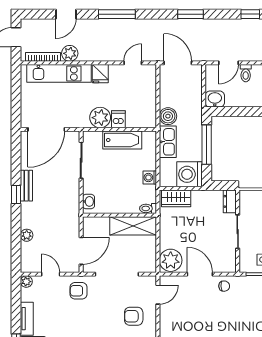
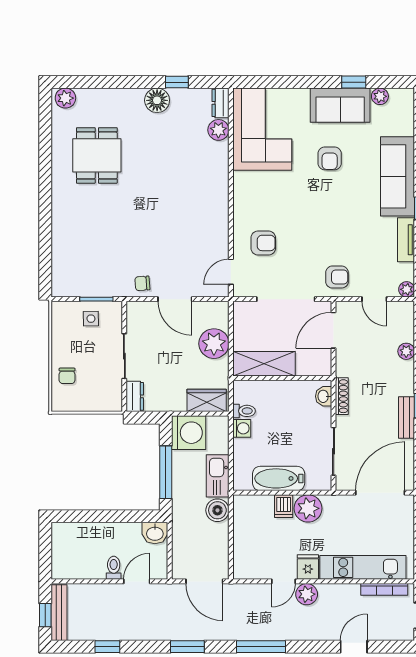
window: (117, 14) -> (261, 647), moved
plant: (70, 53) -> (307, 594), moved
door: (133, 63) -> (283, 581), moved
shoe rack: (75, 202) -> (342, 396), added
toilet: (148, 208) -> (244, 411), moved
plant: (171, 260) -> (214, 344), moved

